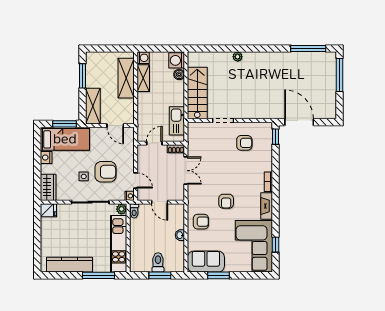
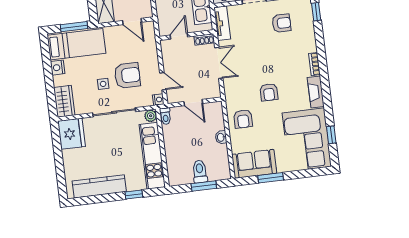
tv unit: (193, 137) -> (222, 23), added
fridge: (48, 210) -> (72, 134), width x1.88, depth x1.34
armchair: (201, 222) -> (243, 119), turned 90
window: (99, 275) -> (134, 195), width x0.46

